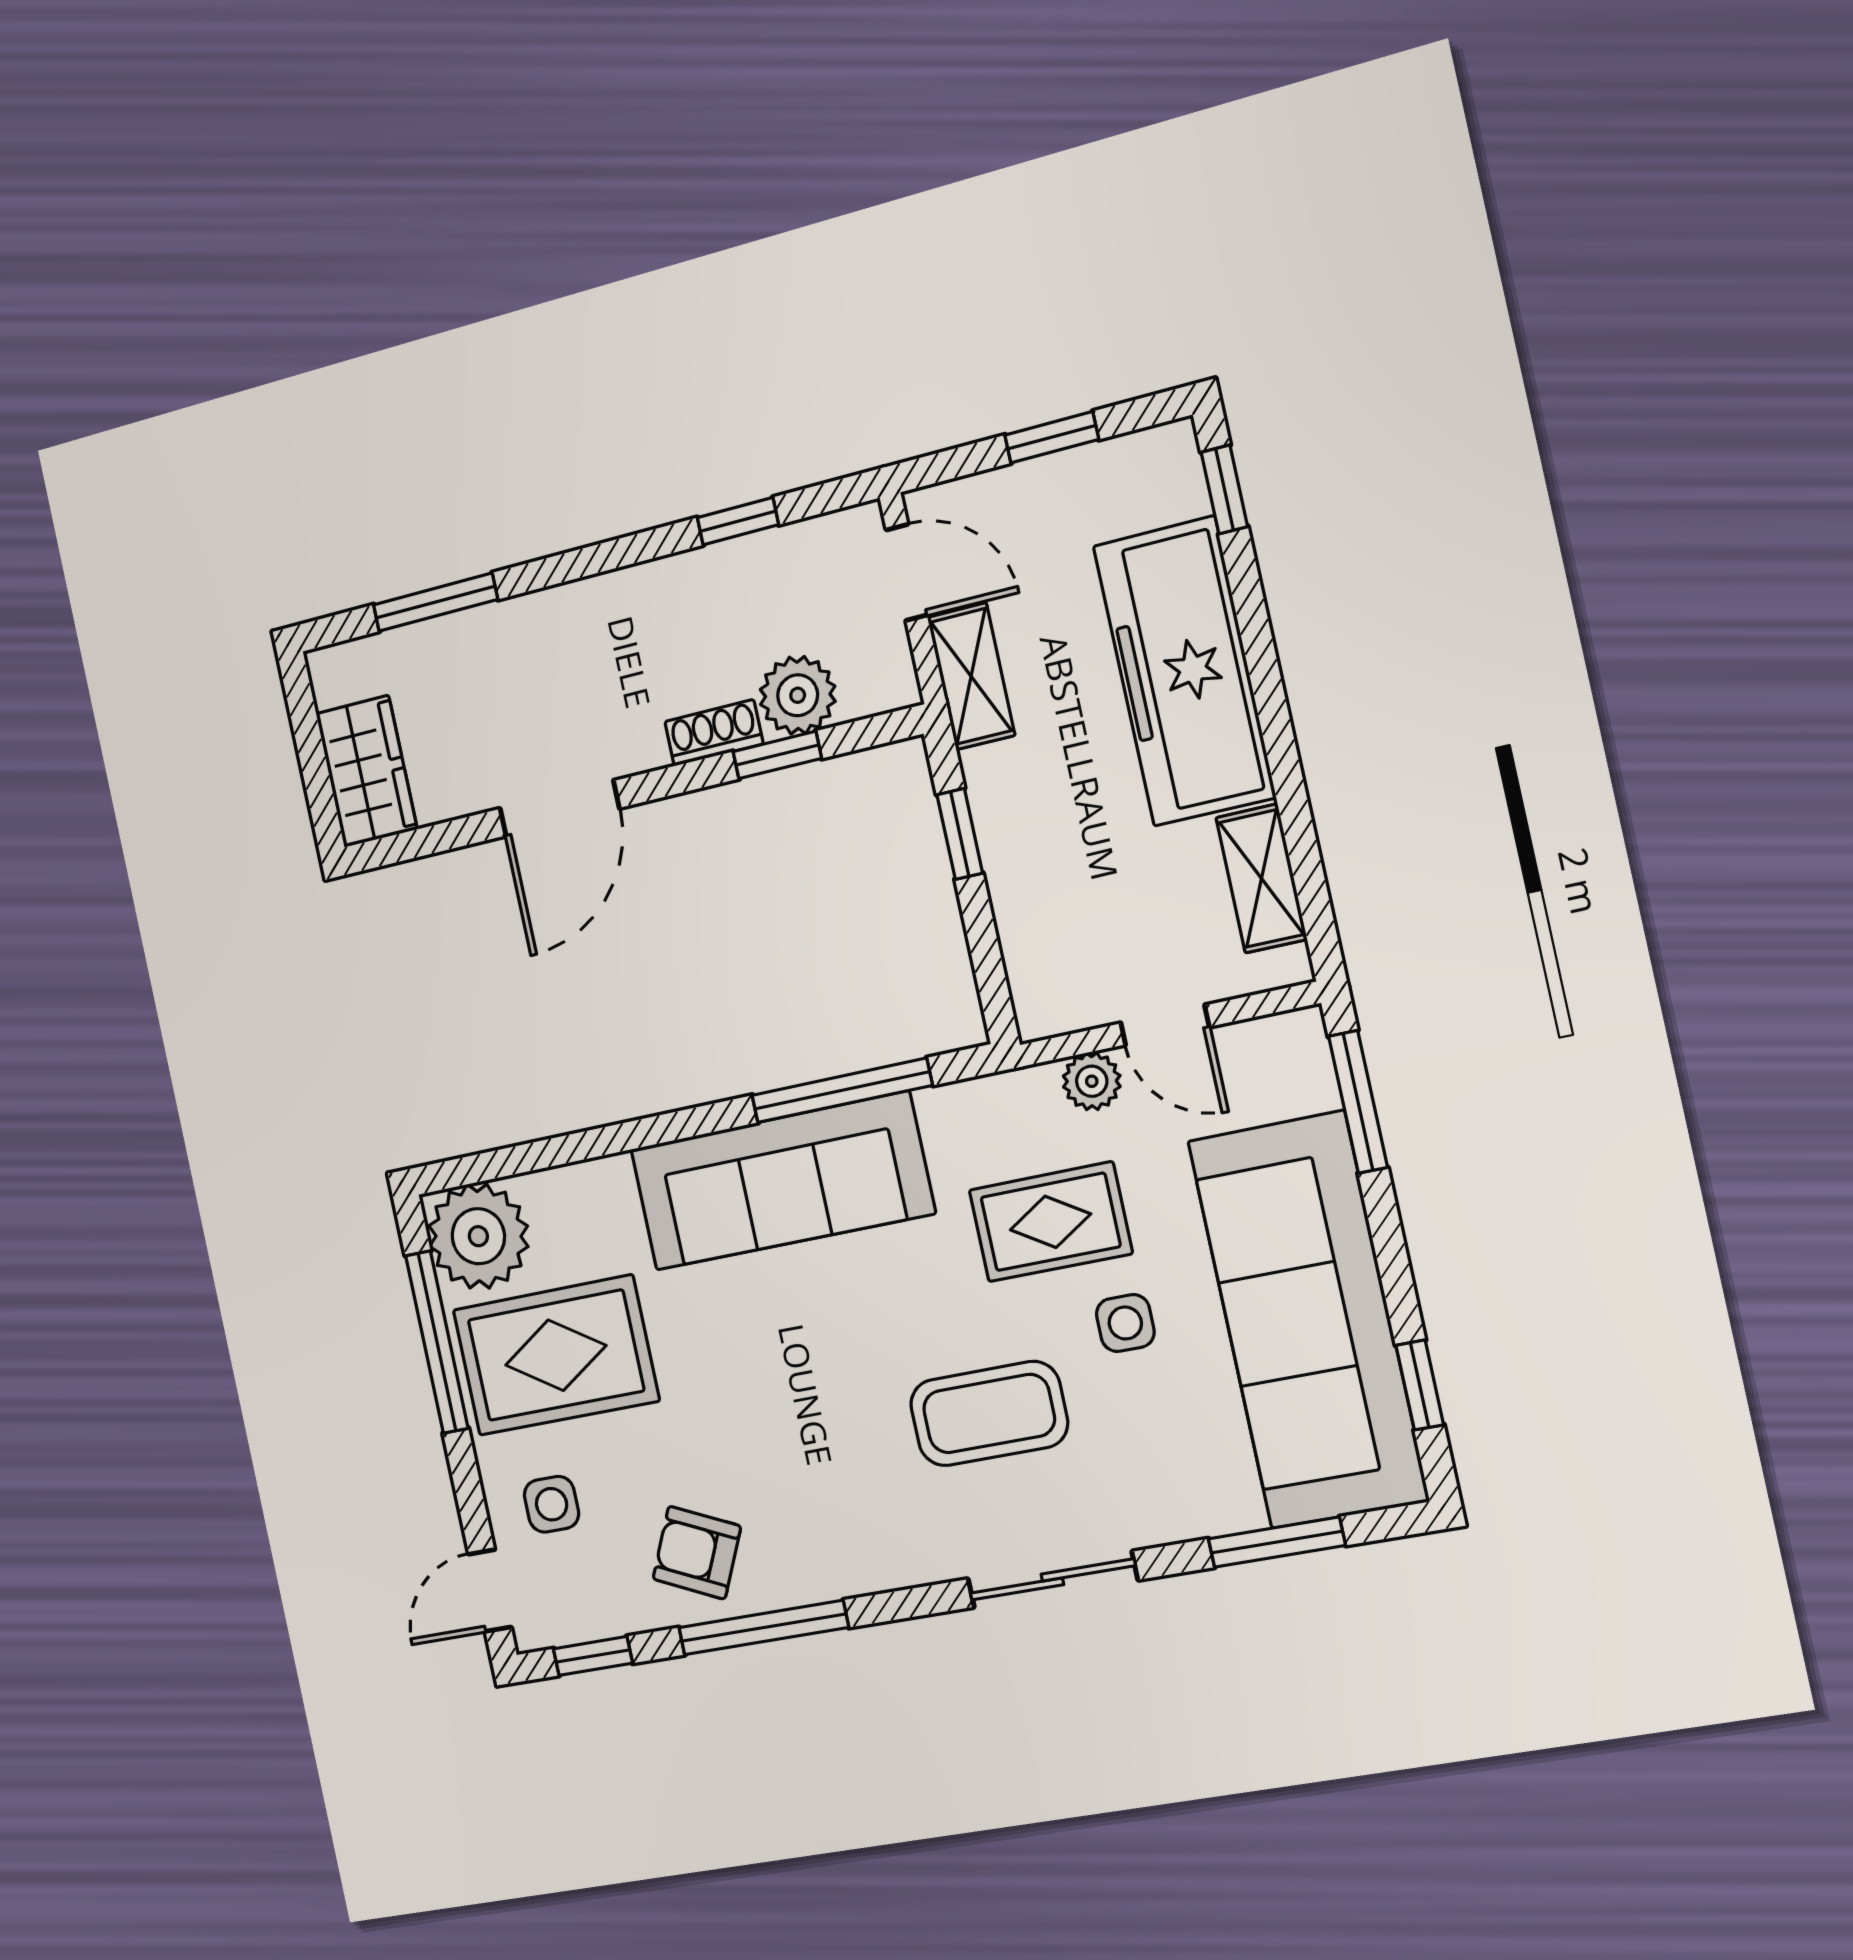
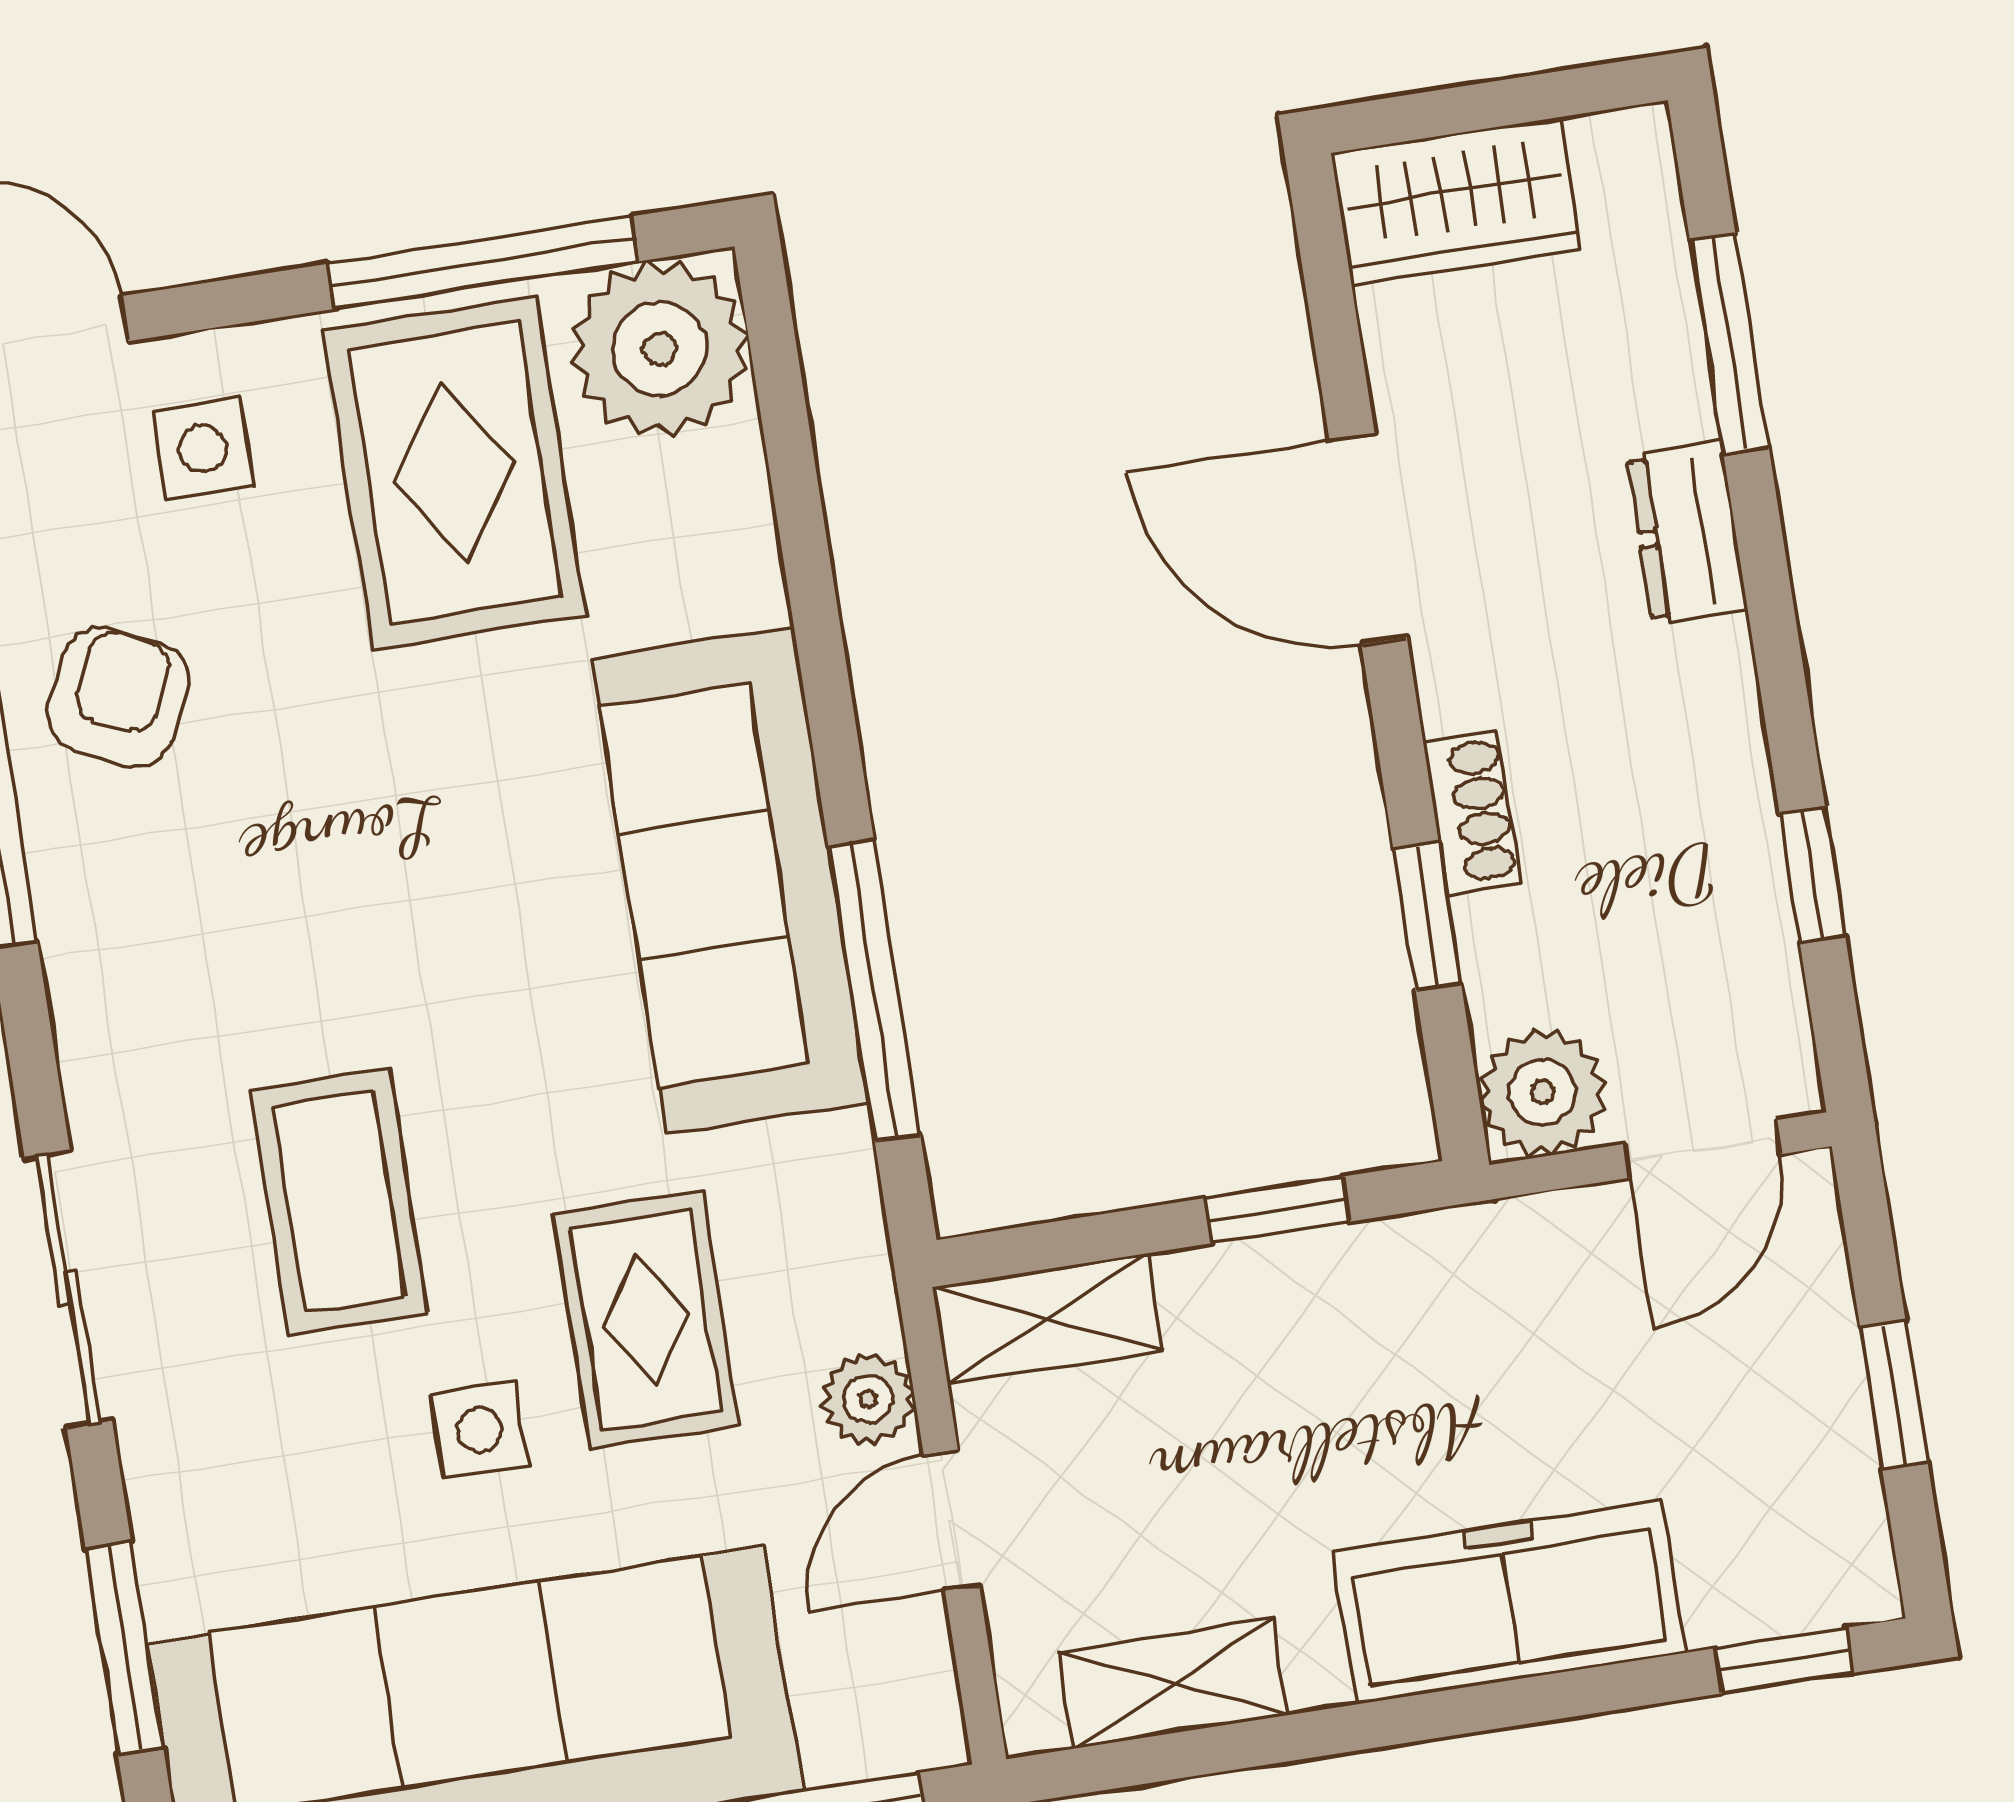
dresser: (544, 617) -> (1687, 533), added
freezer: (1184, 671) -> (1509, 1602), width x0.73, depth x0.79
shelving: (971, 676) -> (1047, 1319), moved
plant: (798, 695) -> (1542, 1092), moved

